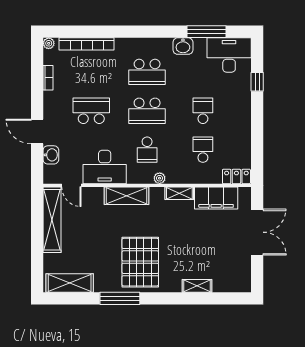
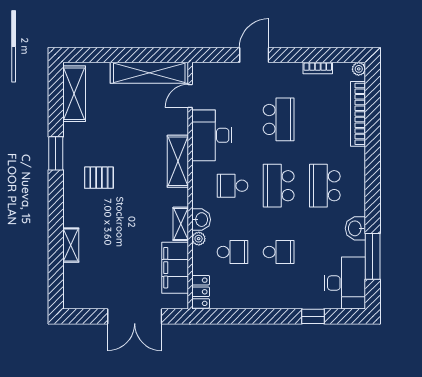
washbasin: (51, 155) -> (201, 220), moved, turned -90
plant: (160, 178) -> (199, 239), moved
pallet: (140, 262) -> (99, 178), width x0.49, depth x0.50
window: (120, 298) -> (56, 153), width x0.69

